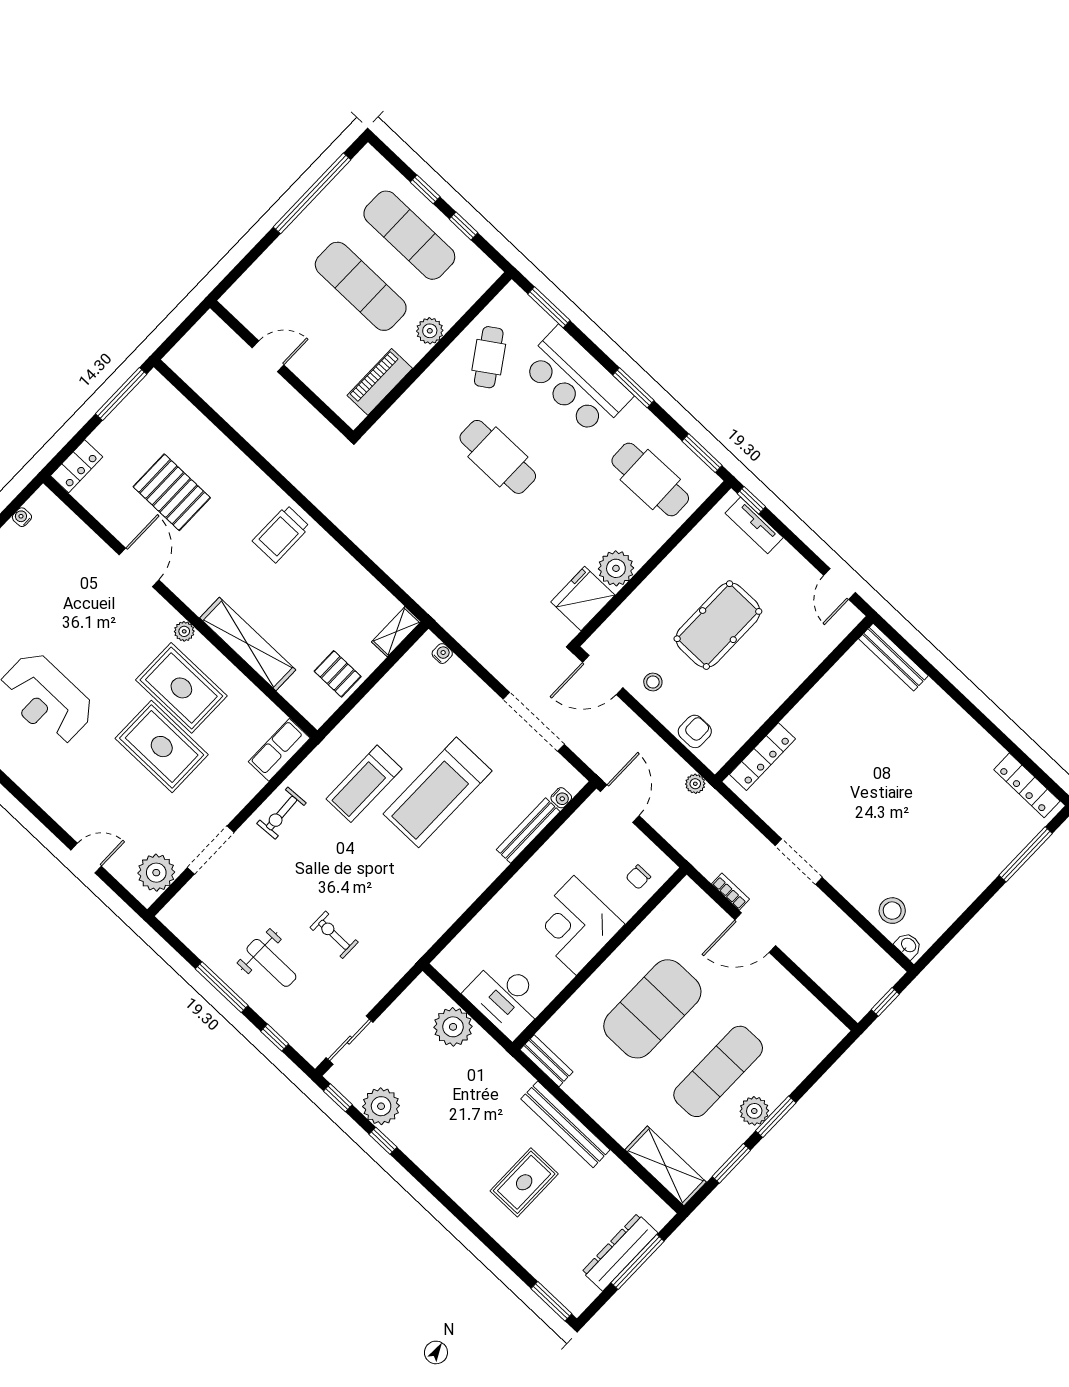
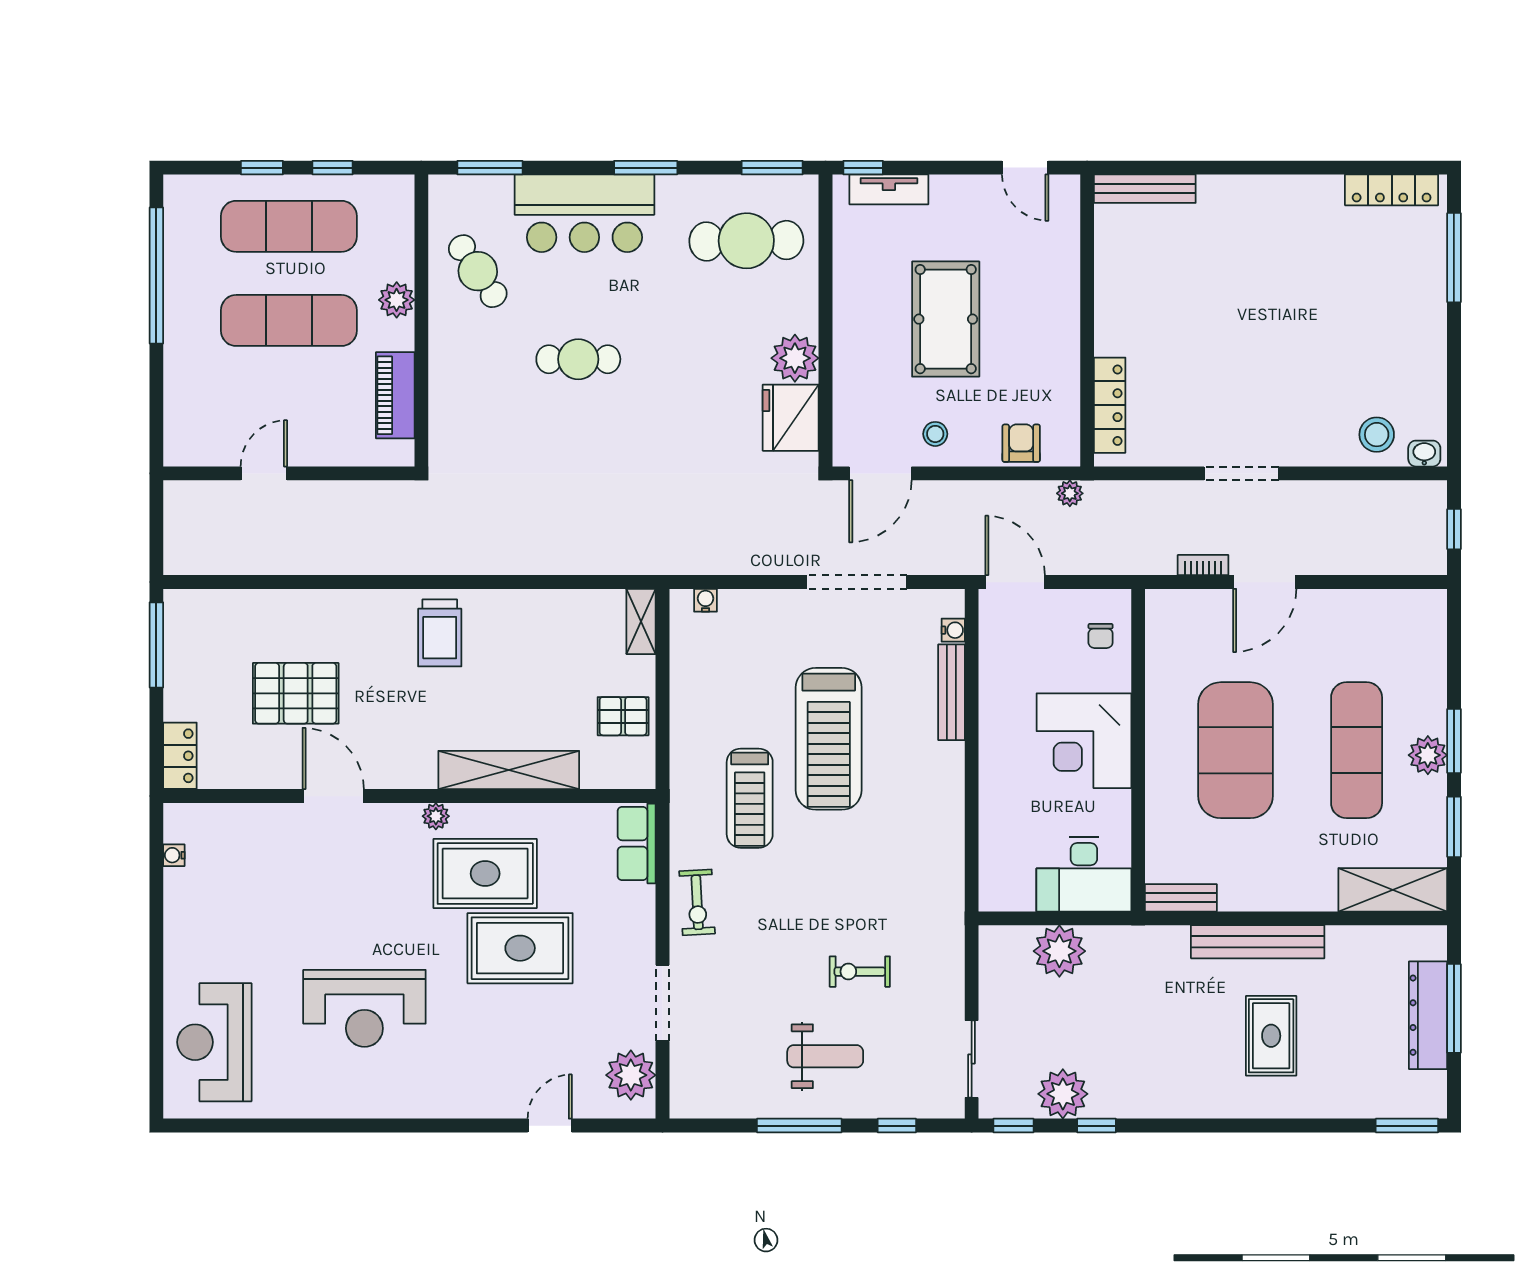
cafe table: (498, 457) -> (578, 359), width x0.73, depth x0.74

